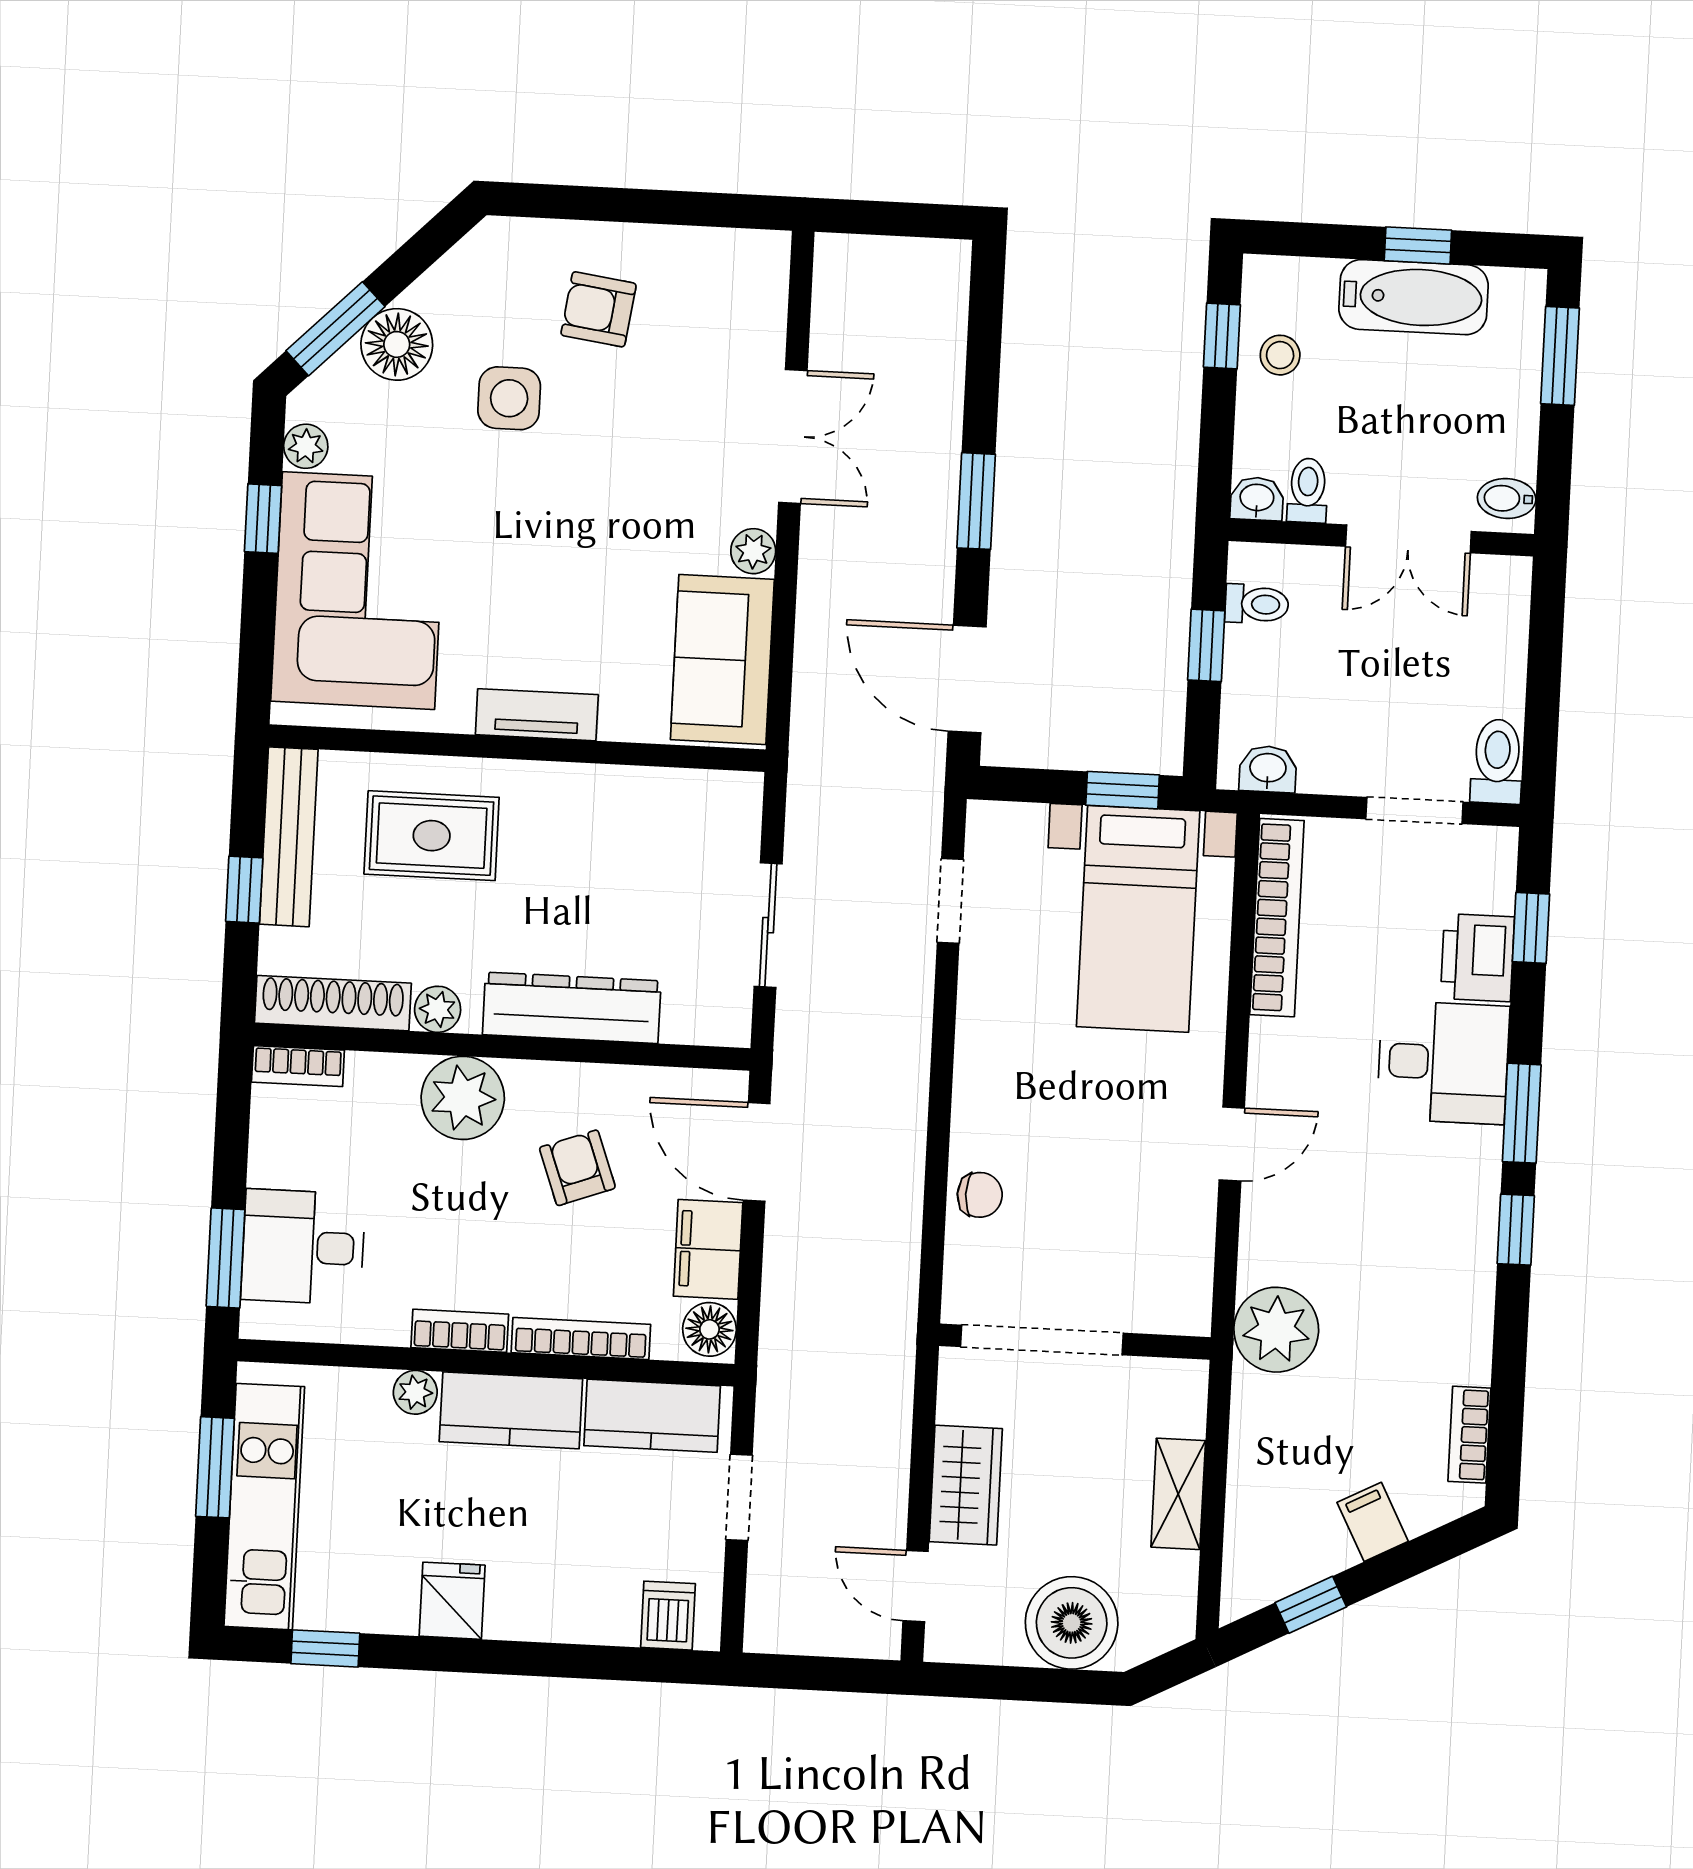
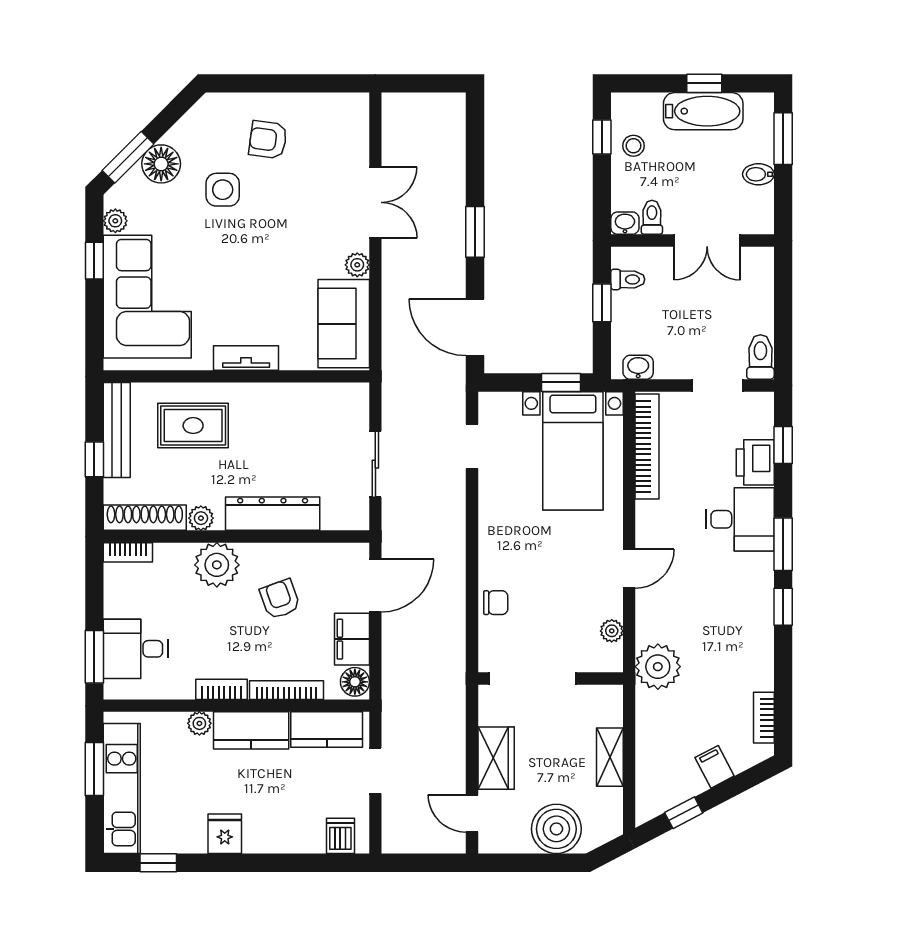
bidet: (1507, 498) -> (758, 174), moved
door: (757, 1152) -> (375, 586), swing flipped
plant: (1194, 1258) -> (612, 631), added

